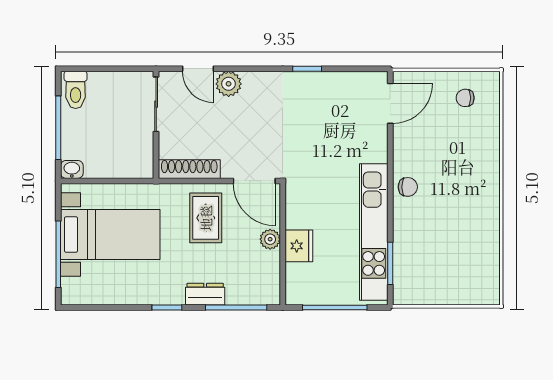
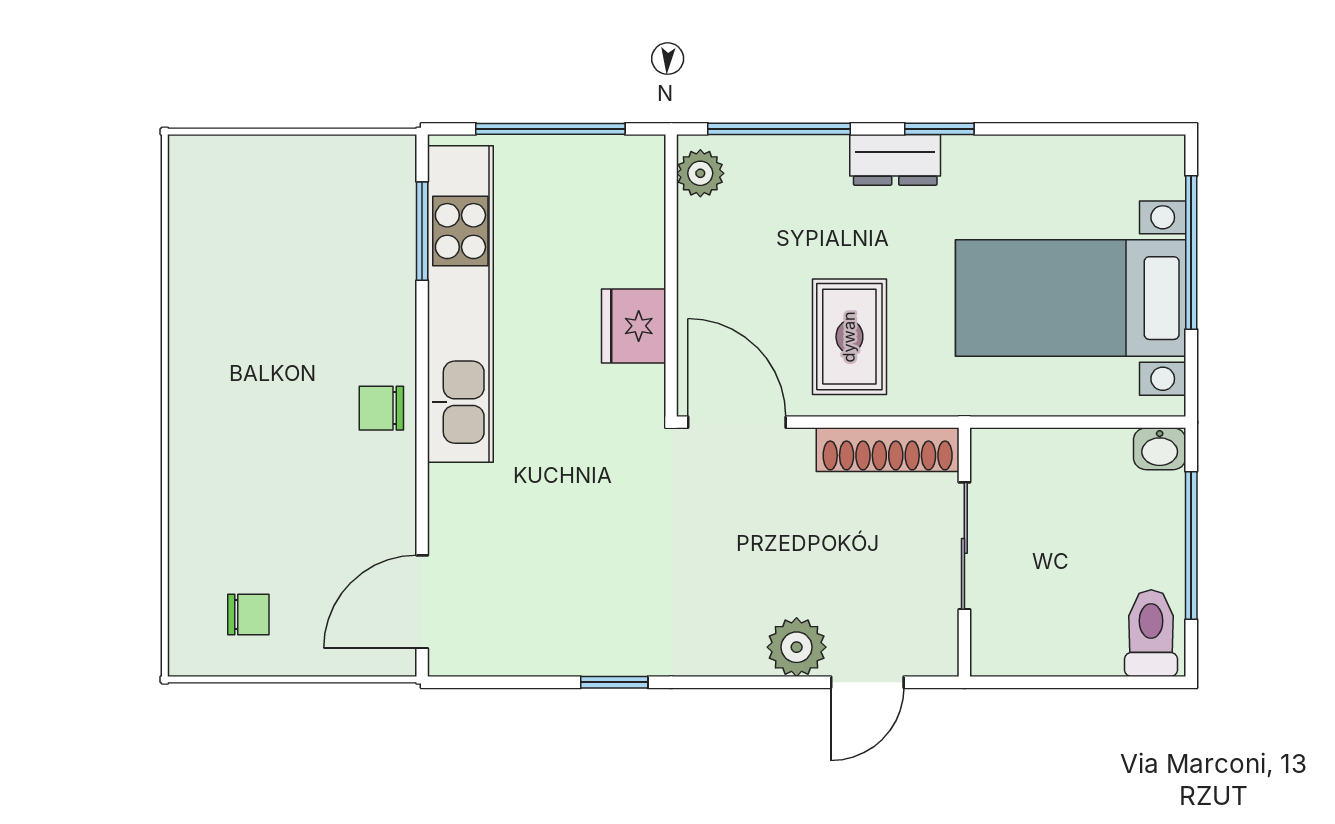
door: (198, 69) -> (867, 682), swing flipped
sliding door: (156, 104) -> (964, 546), moved
plant: (270, 239) -> (700, 173), moved
fridge: (299, 246) -> (634, 326), moved
dresser: (205, 294) -> (895, 160), moved

